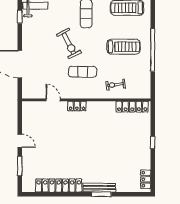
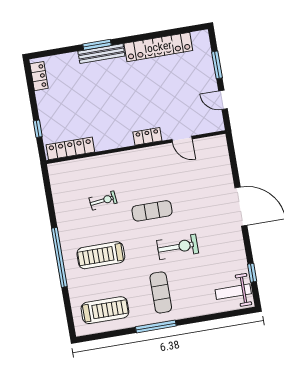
exercise bike: (69, 43) -> (178, 247), turned 117
door: (53, 100) -> (182, 139), moved
wall: (86, 100) -> (136, 147), moved
locker: (77, 106) -> (147, 136), moved
locker: (132, 107) -> (70, 148), moved

